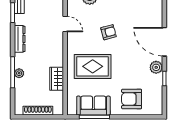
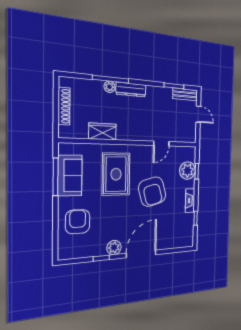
armchair: (109, 32) -> (152, 192), width x1.88, depth x1.88
dresser: (20, 39) -> (131, 90), moved

